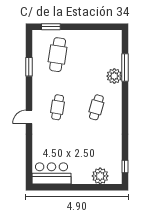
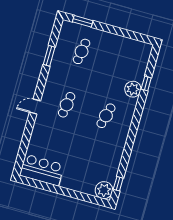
cafe table: (58, 55) -> (82, 51), width x0.73, depth x0.74
window: (125, 67) -> (146, 83), width x0.46
plant: (100, 176) -> (104, 190), moved

